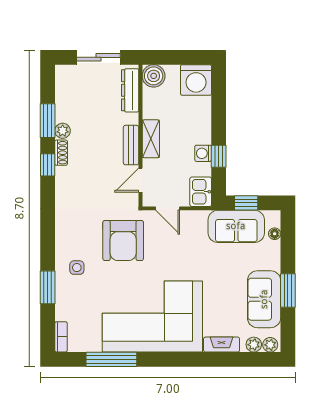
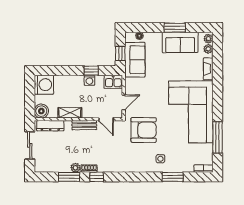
shelving: (151, 139) -> (70, 113), moved

